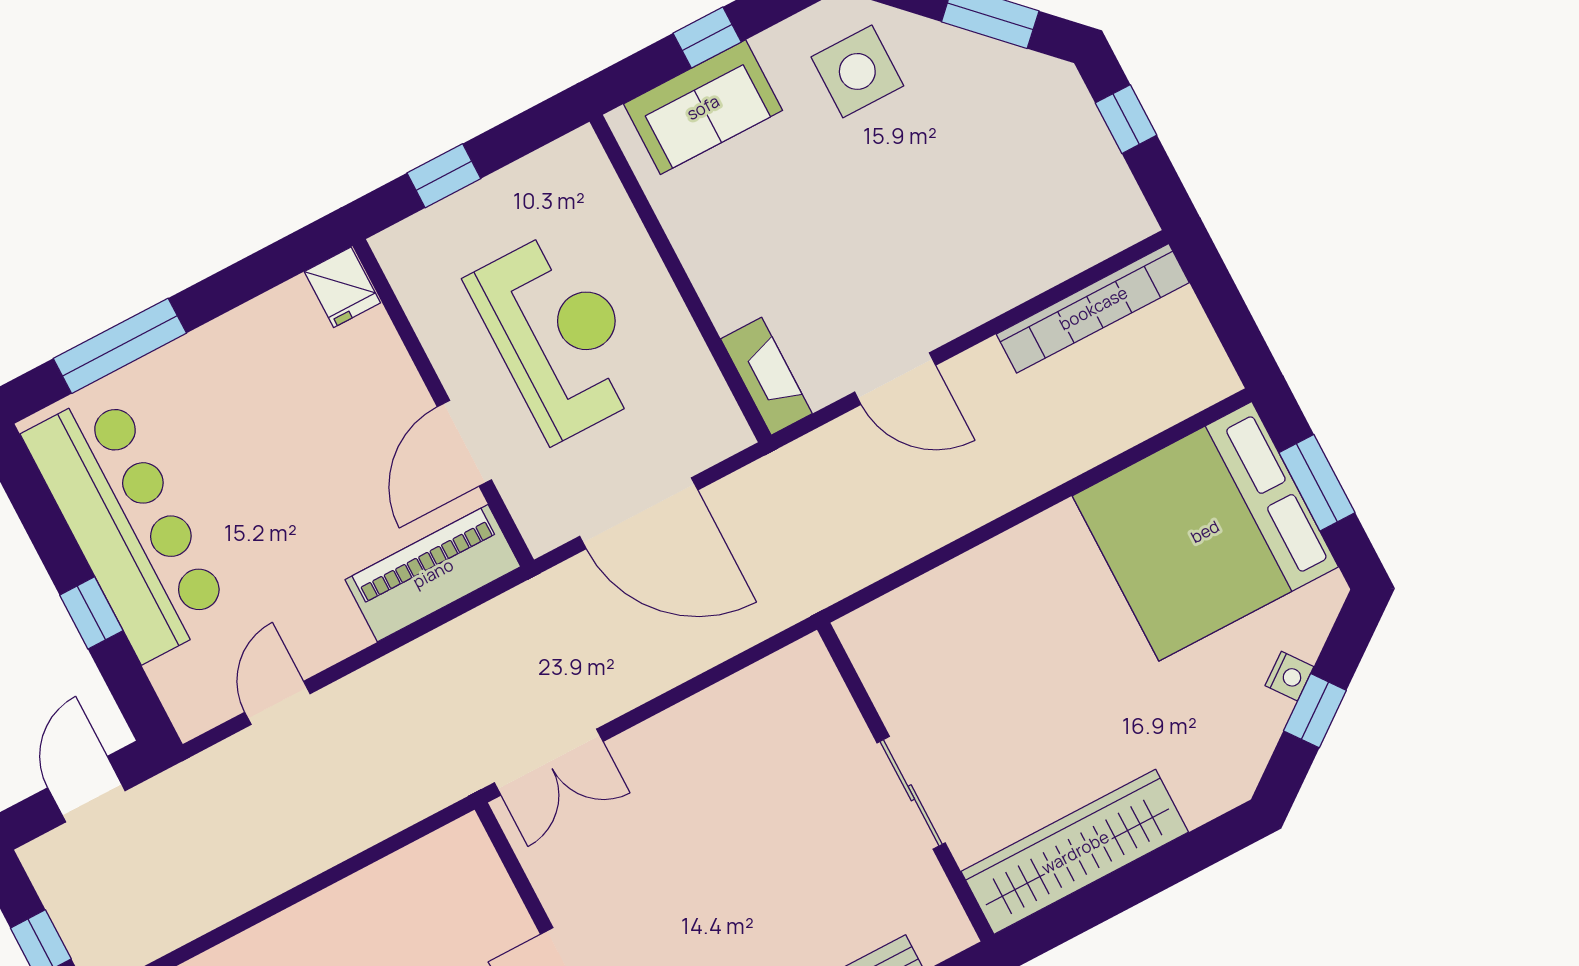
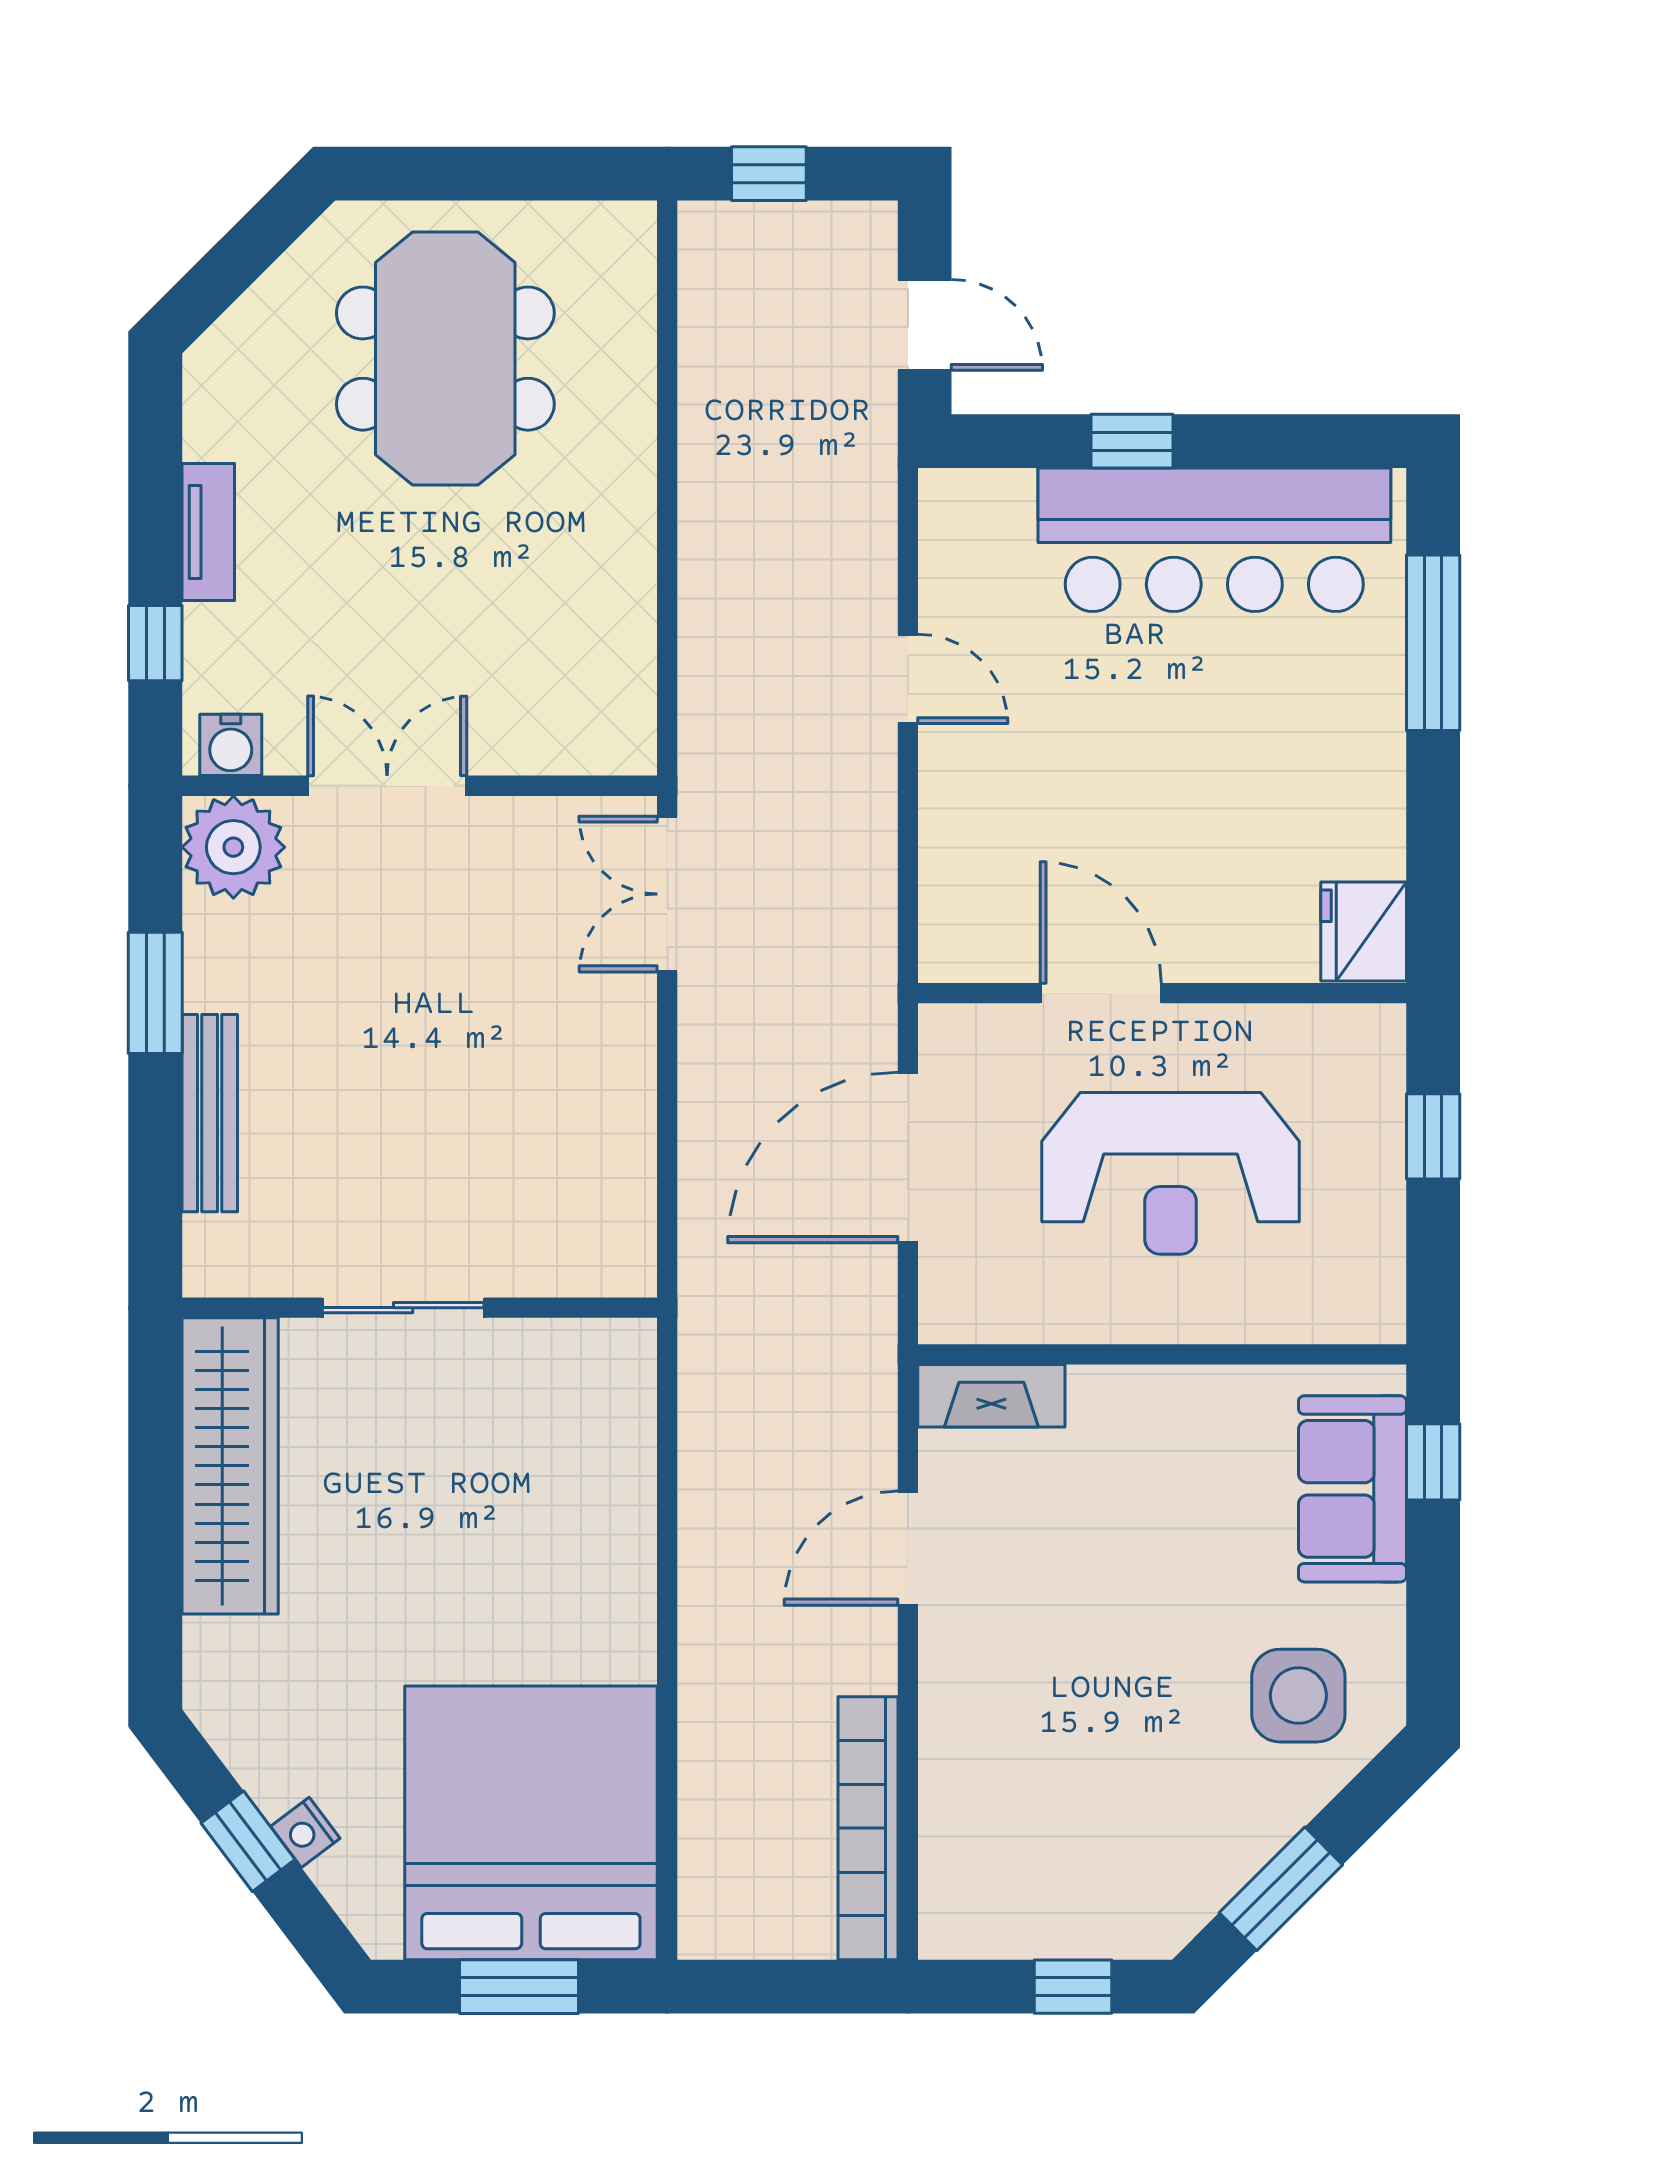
window: (707, 38) -> (1433, 1462), moved
fridge: (342, 287) -> (1364, 932), width x1.38
piano: (433, 573) -> (965, 874), removed
door: (277, 703) -> (908, 679), moved

